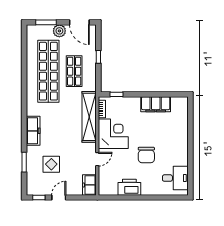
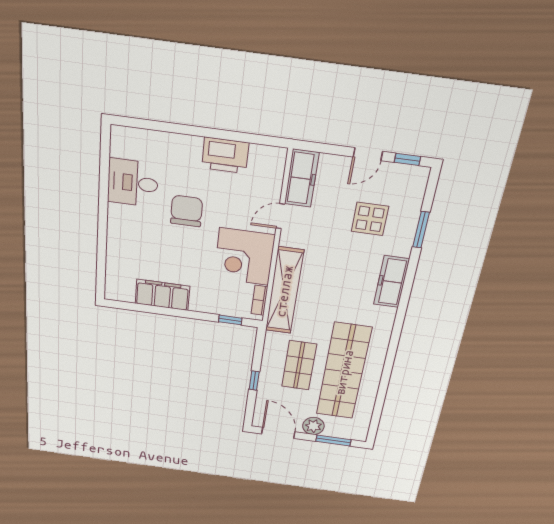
desk: (175, 178) -> (133, 183), moved
freezer: (89, 185) -> (302, 178), width x1.40

